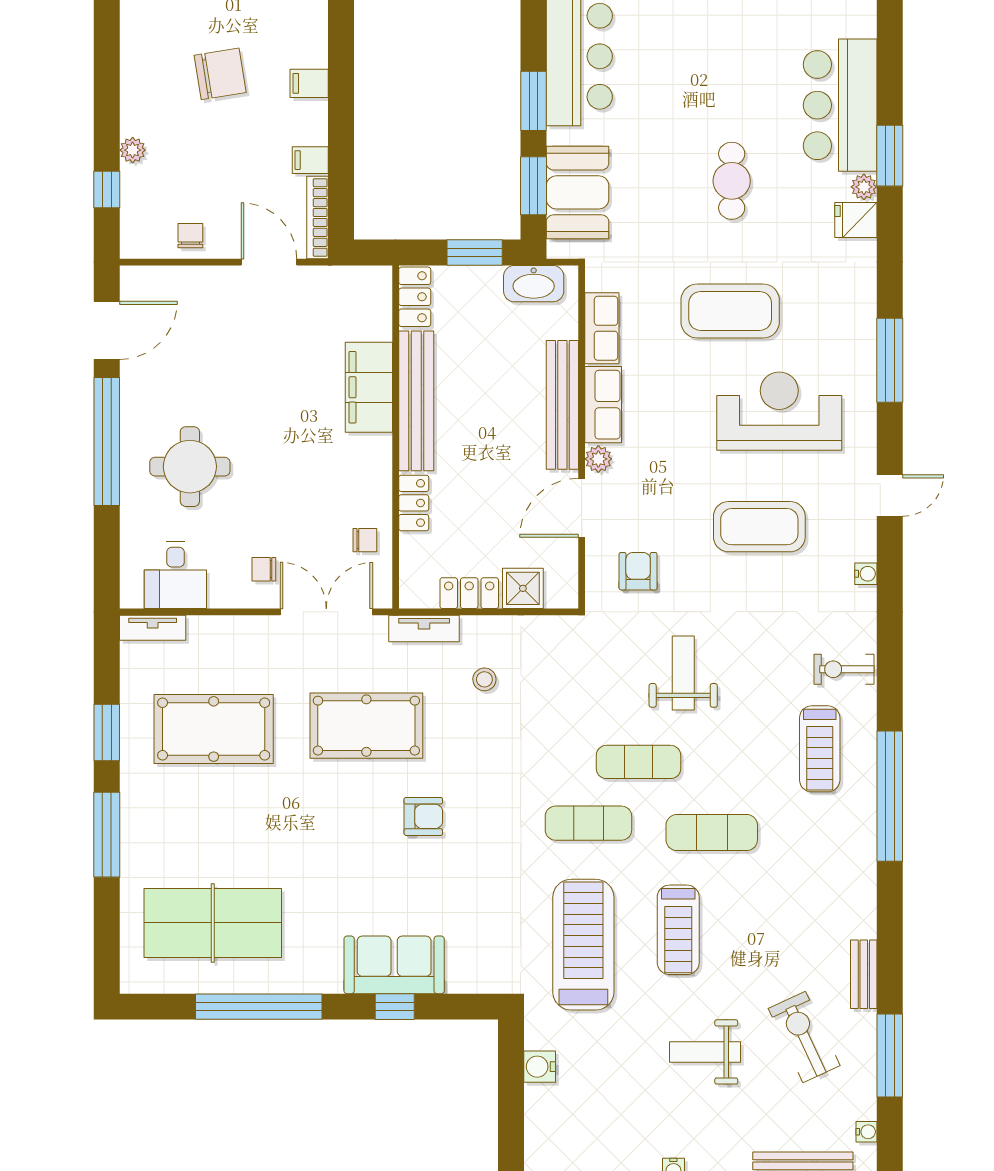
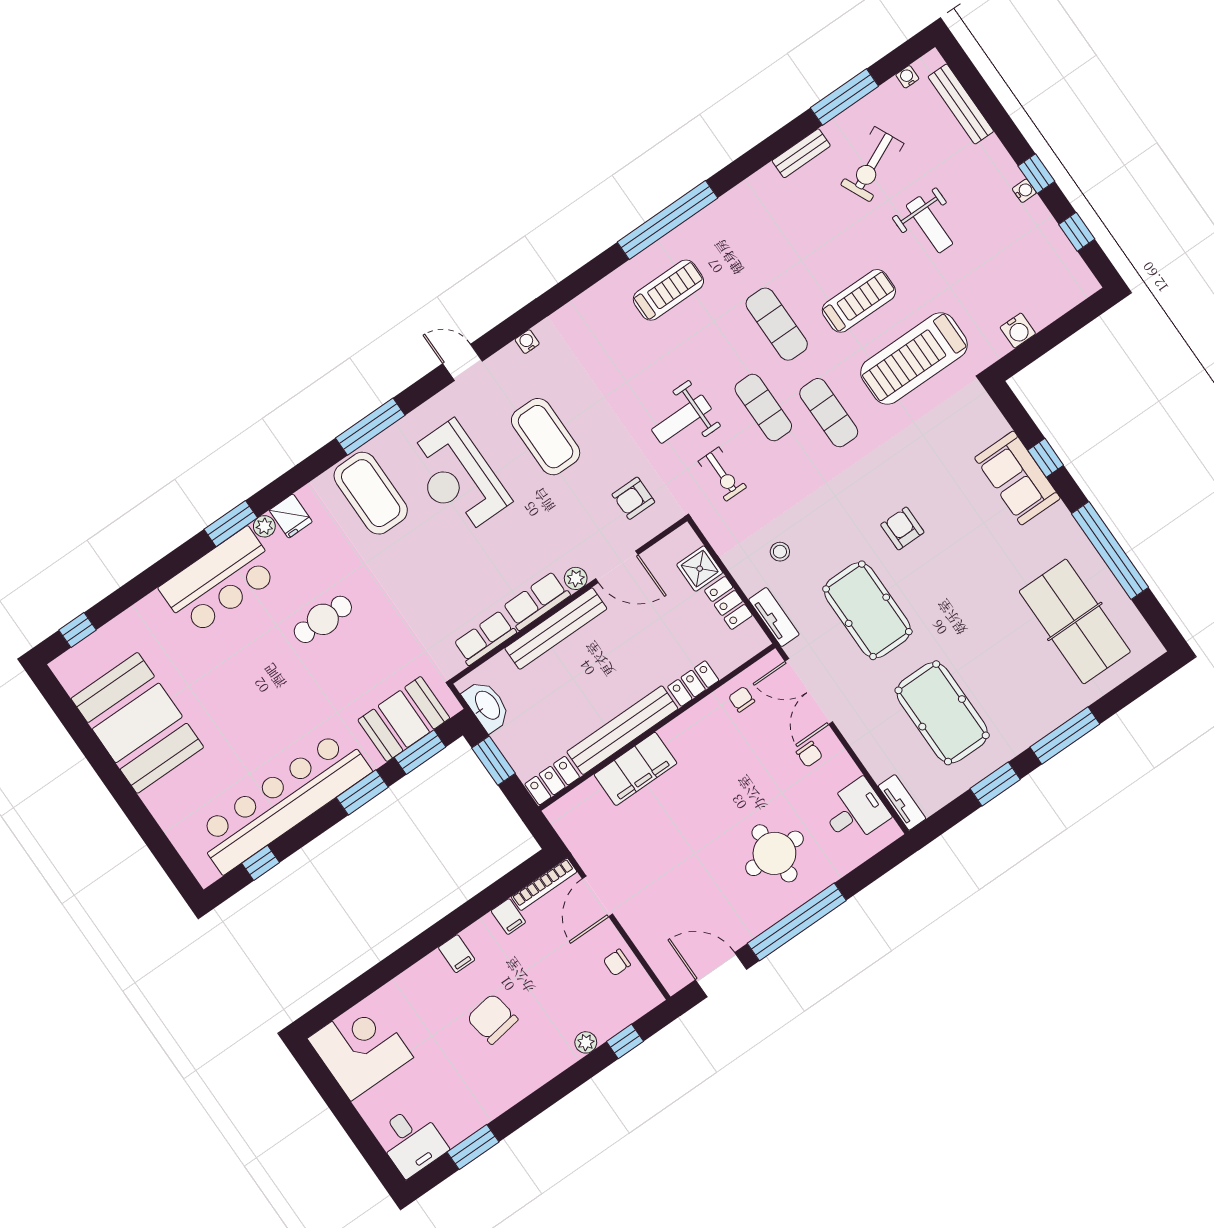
coffee table: (730, 311) -> (371, 493), moved
exercise bike: (844, 669) -> (722, 474), moved

